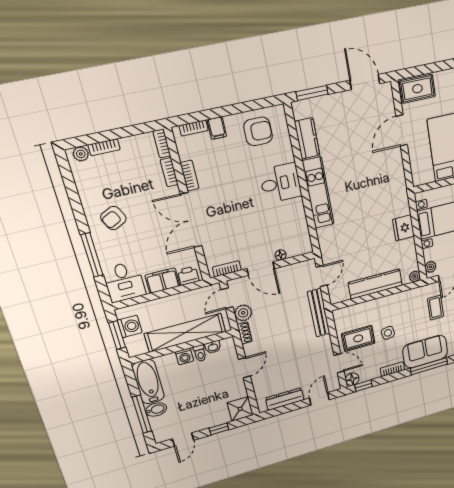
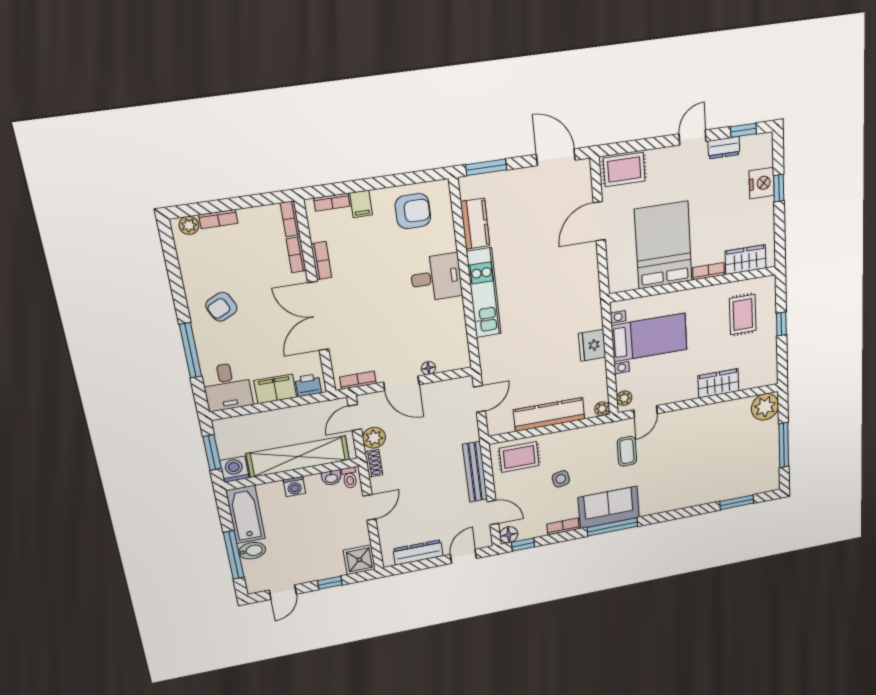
bench: (319, 313) -> (475, 472), moved
washing machine: (130, 326) -> (234, 469), moved, turned -90
rug: (358, 338) -> (519, 457), moved
toilet: (200, 353) -> (350, 478), moved

